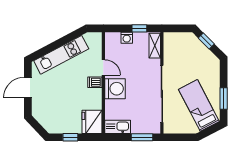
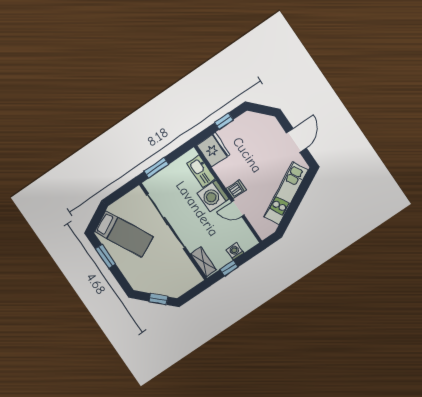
kitchen sink: (118, 127) -> (201, 171), moved, turned 90

